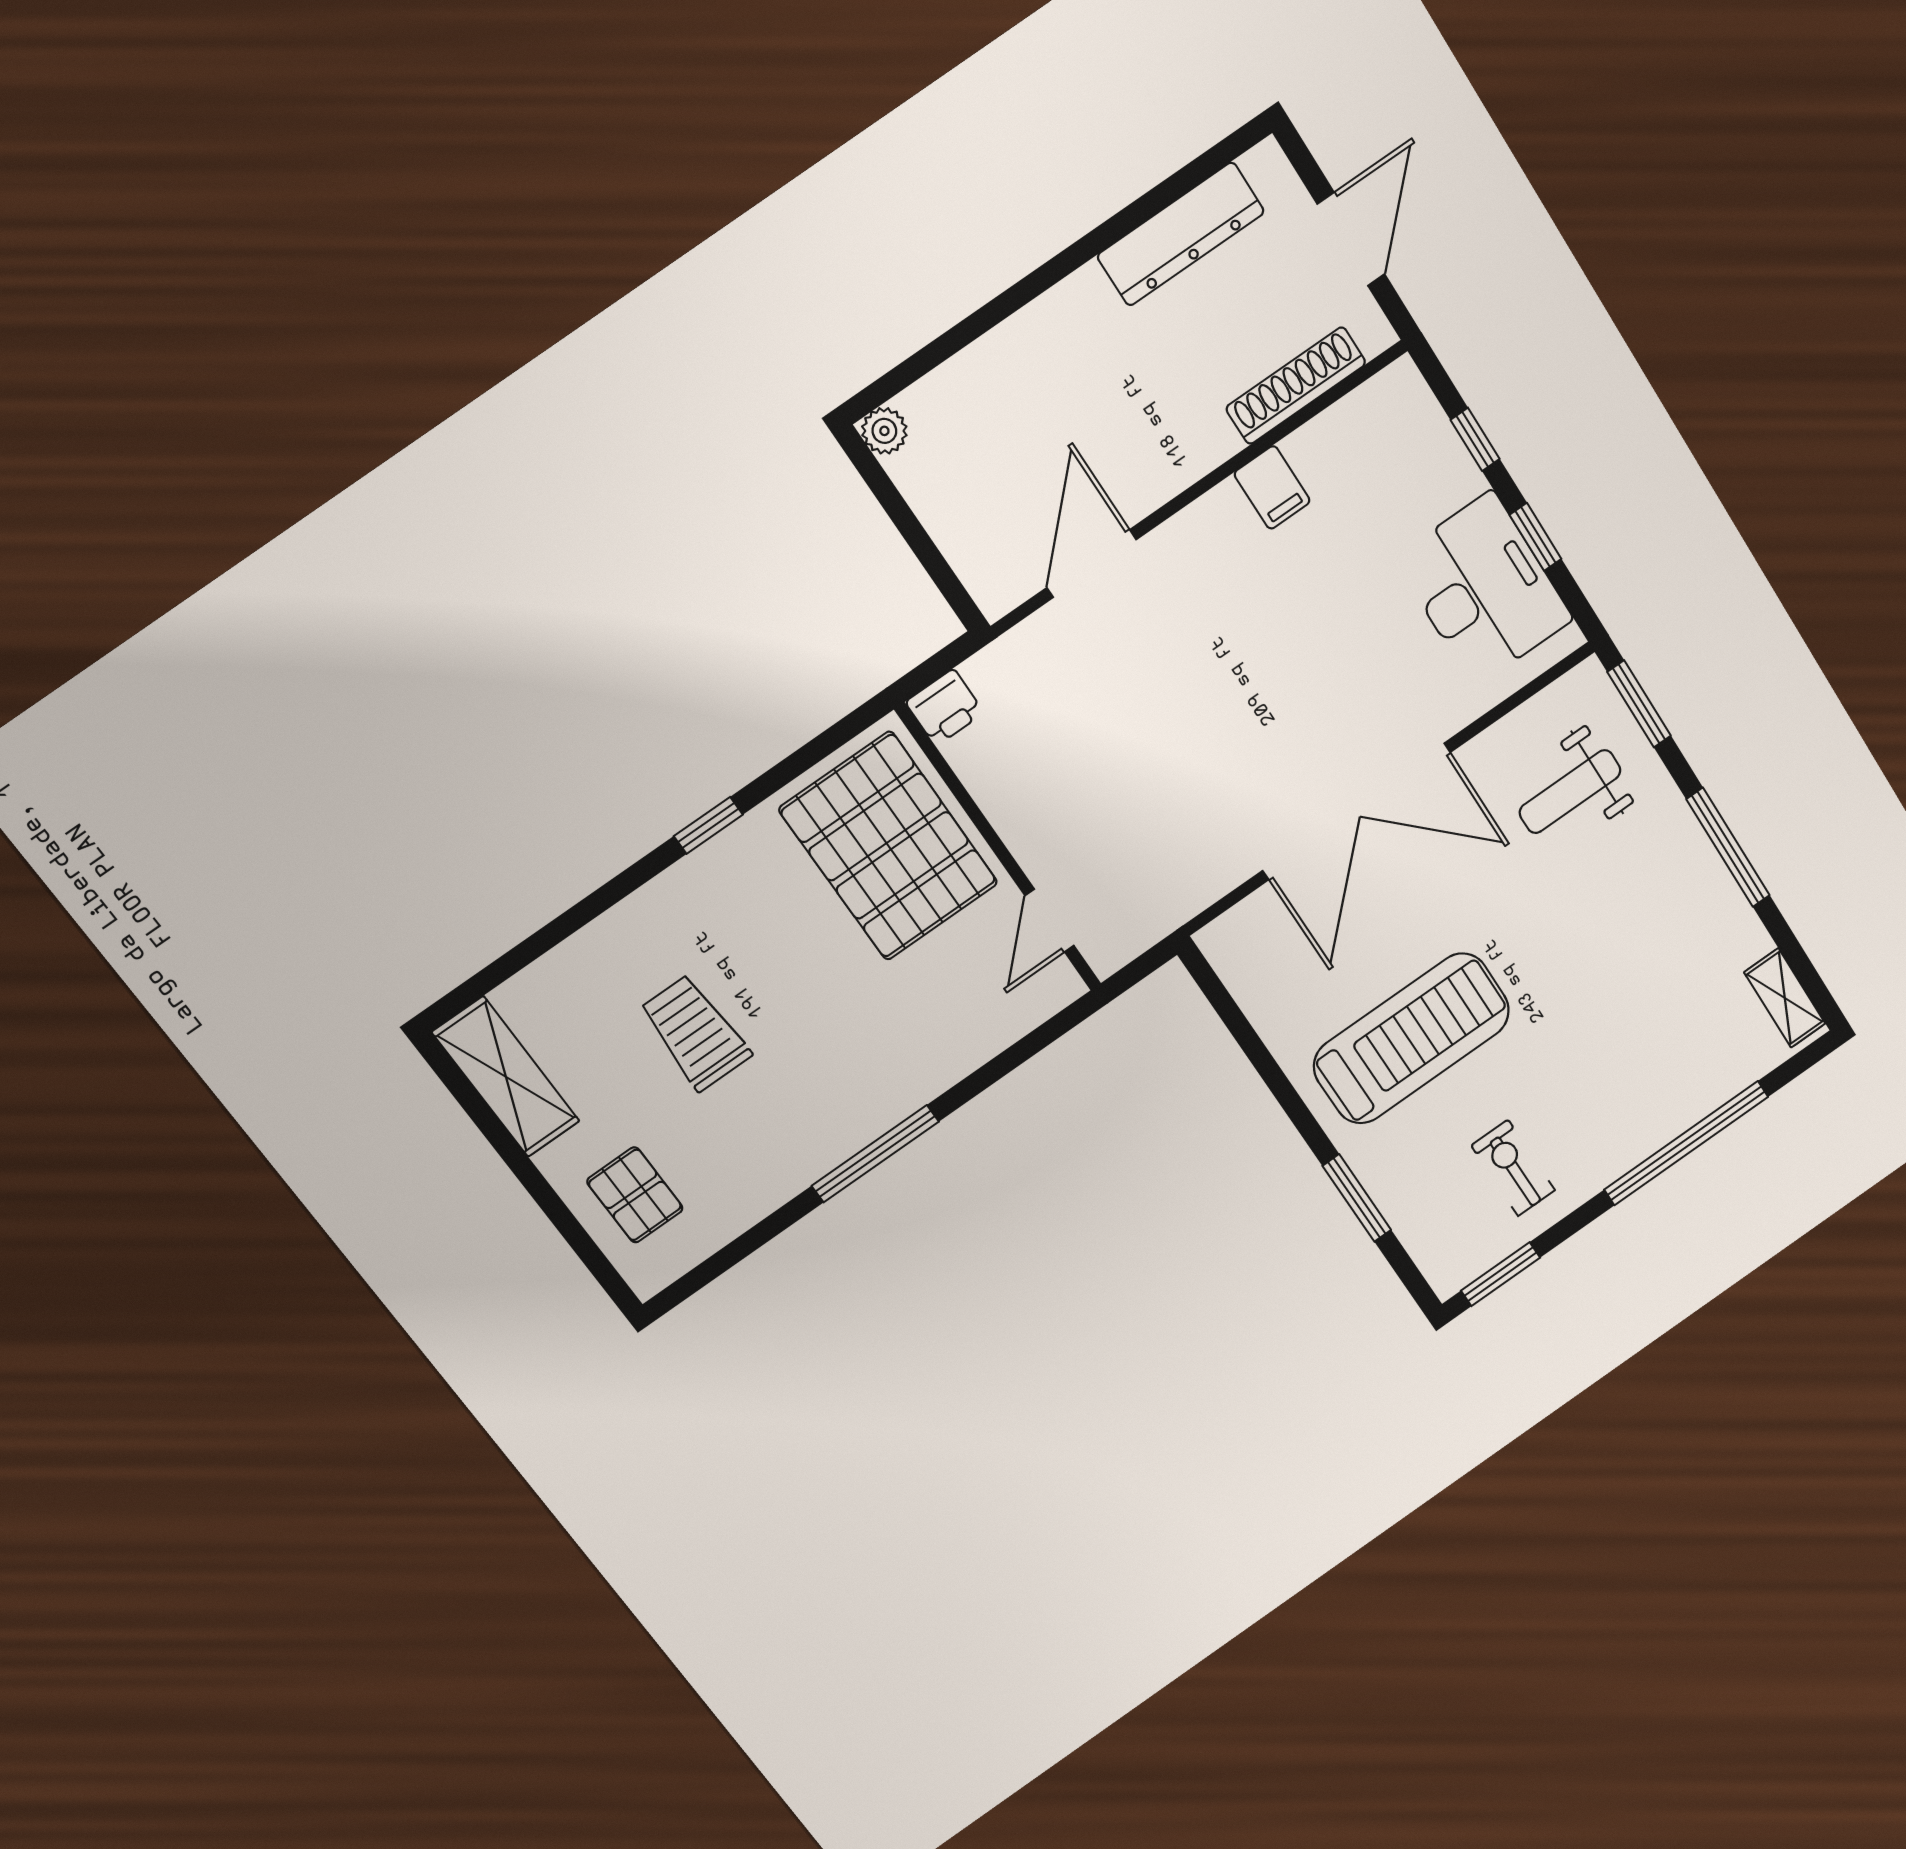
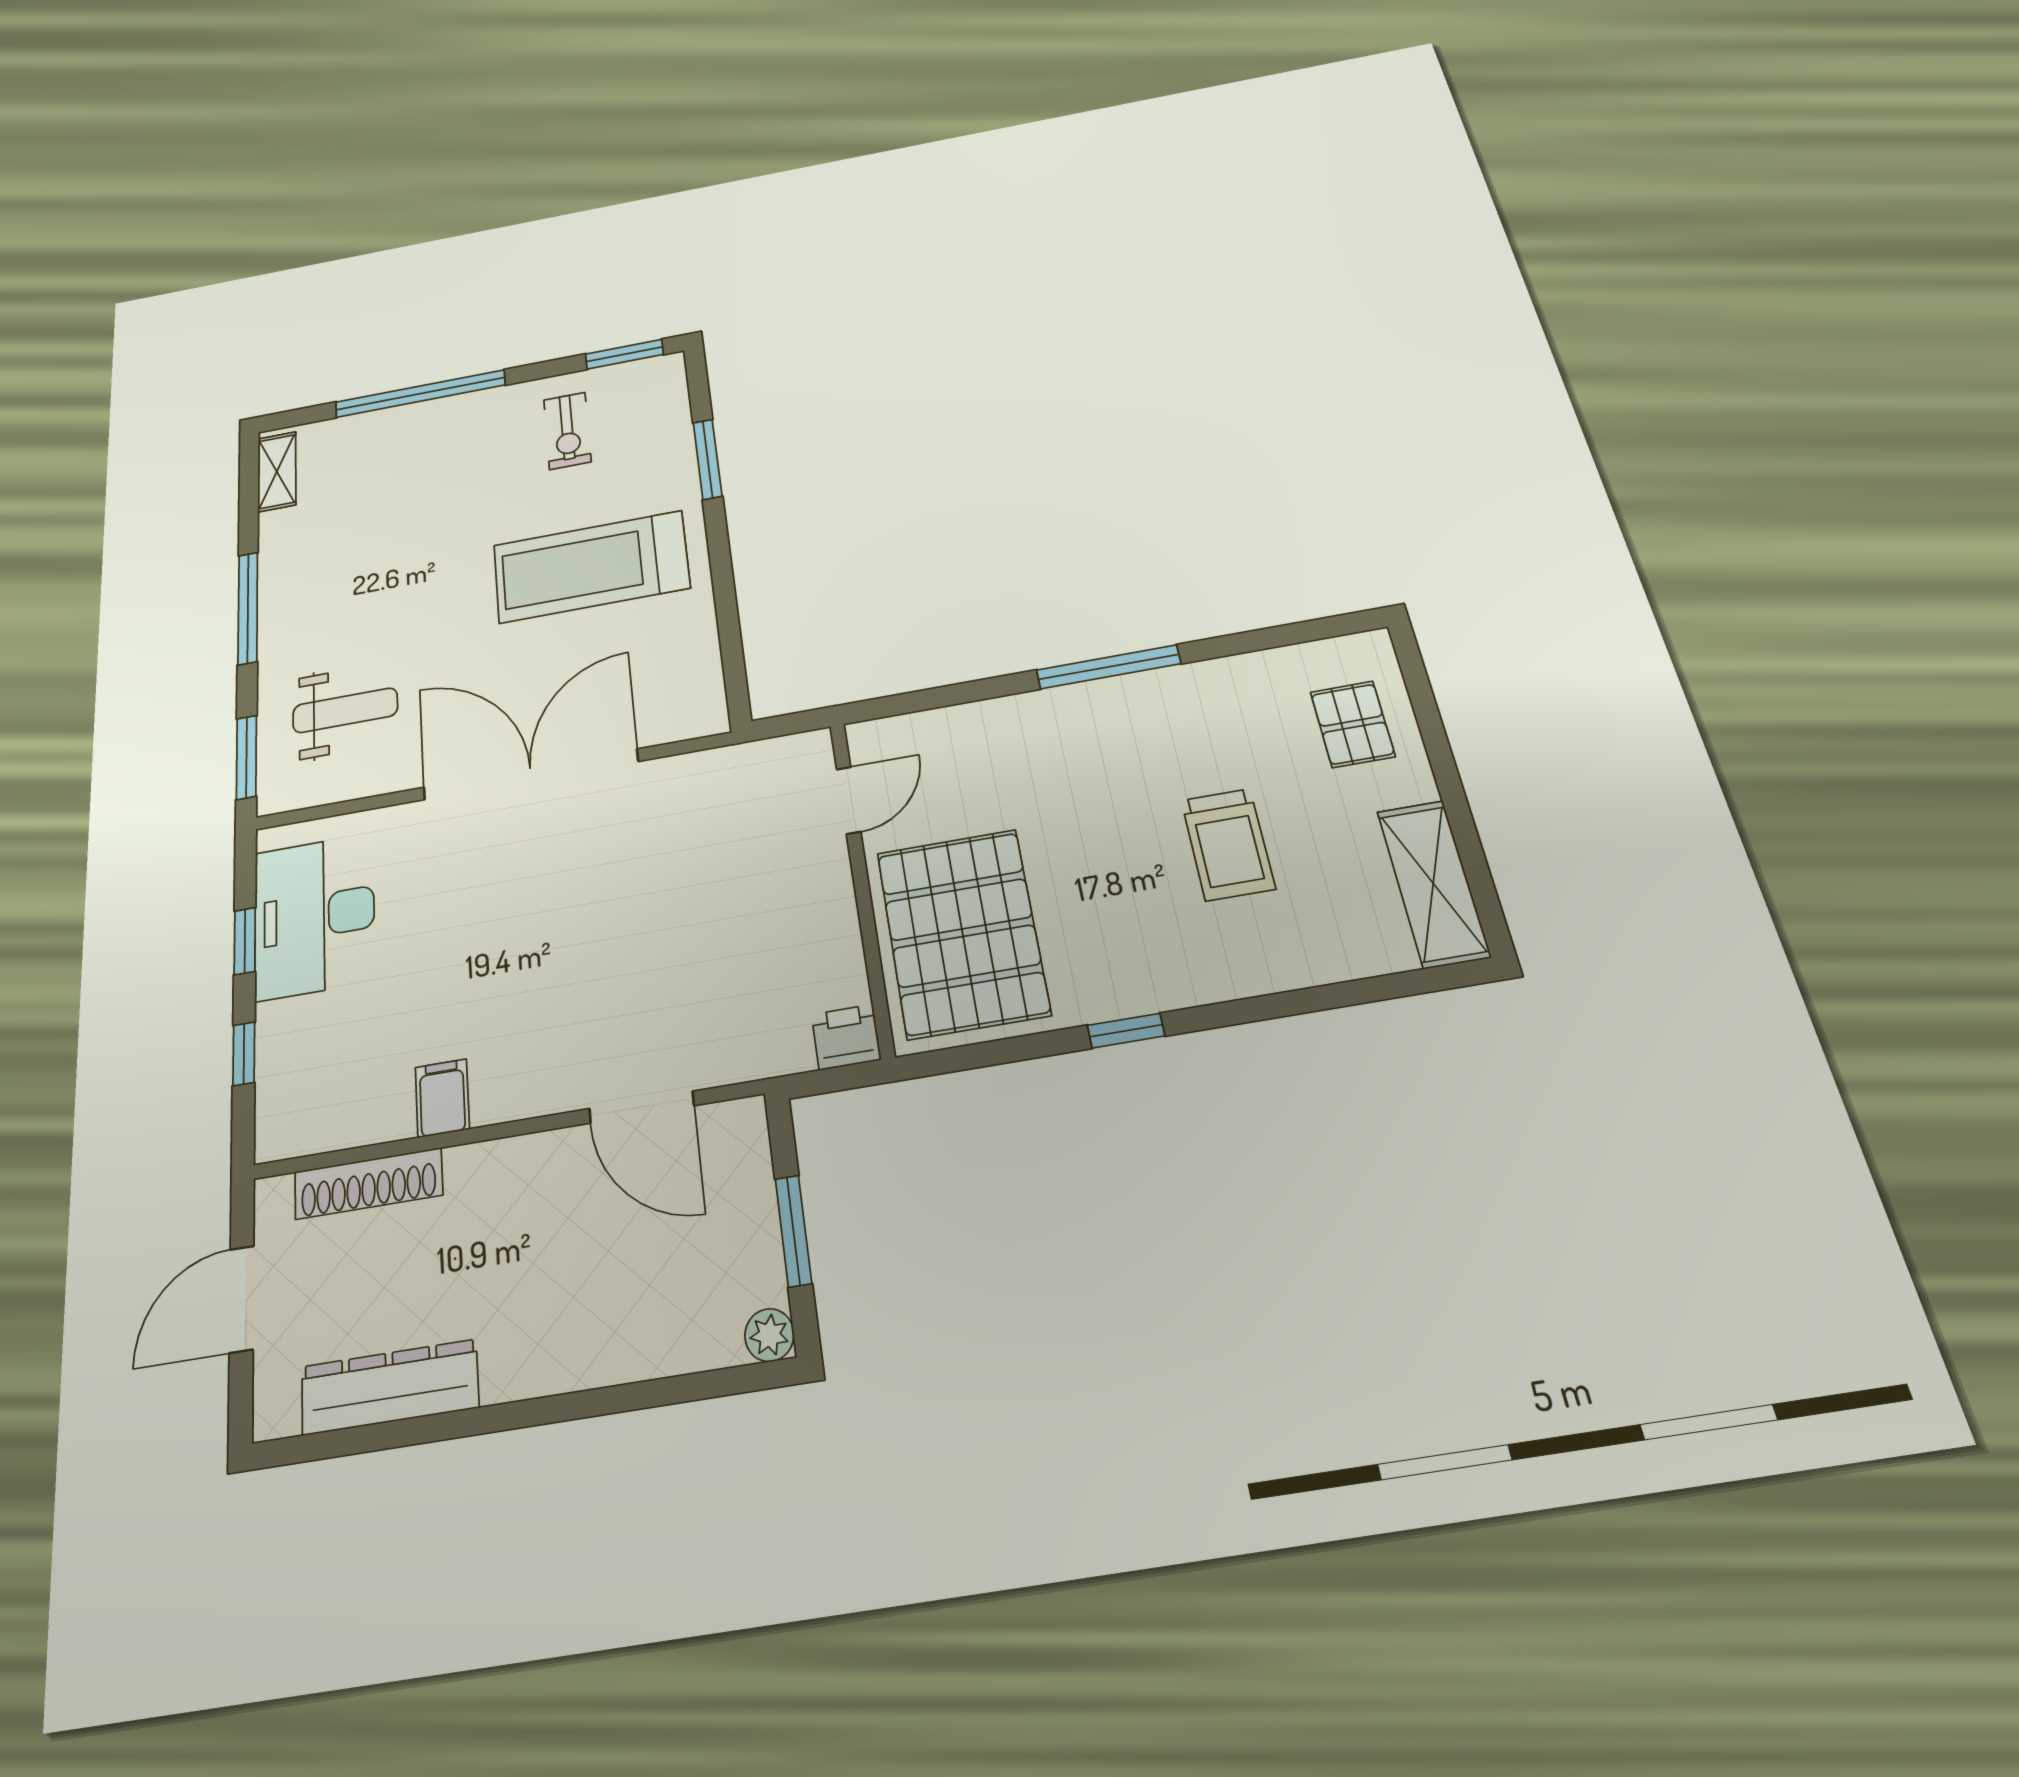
window: (907, 524) -> (793, 1231), added
door: (1092, 564) -> (642, 1107), hinge flipped

